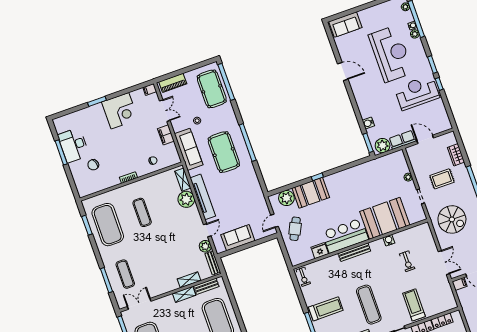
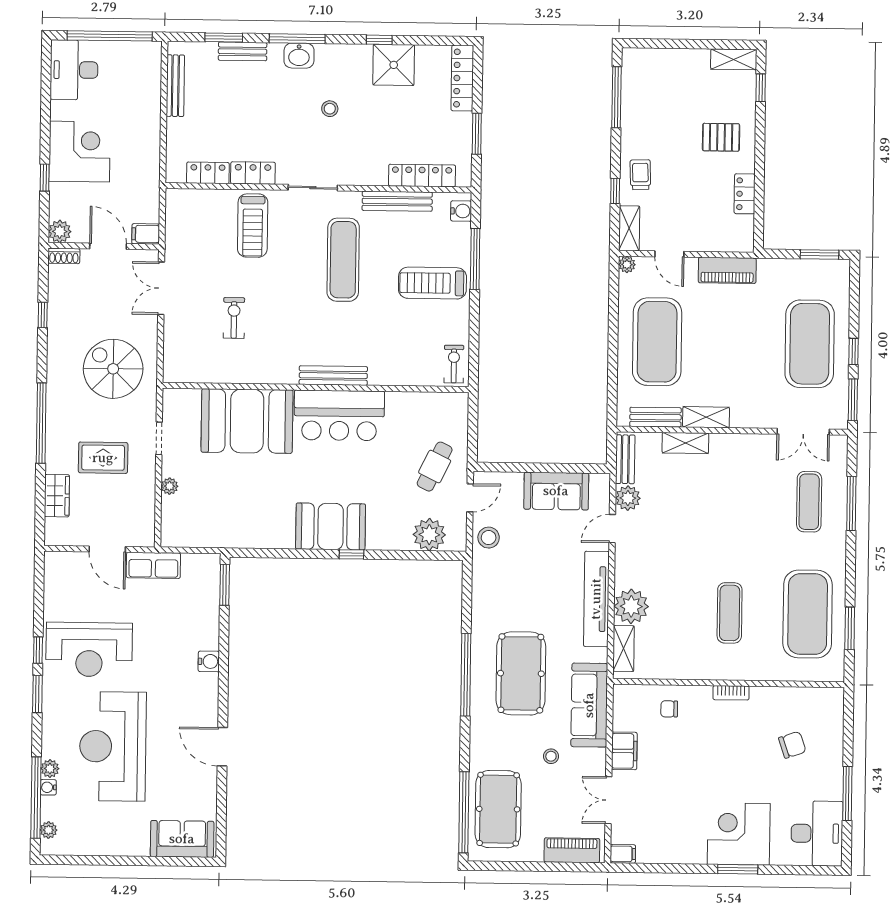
corner desk: (120, 111) -> (739, 834), moved
water cooler: (368, 123) -> (209, 661), moved
desk: (73, 145) -> (817, 833), moved
plant: (383, 146) -> (198, 569), removed
booth: (311, 193) -> (331, 526), moved
stool: (260, 206) -> (489, 538), added
water cooler: (389, 240) -> (255, 374), removed
fridge: (320, 251) -> (401, 405), removed

